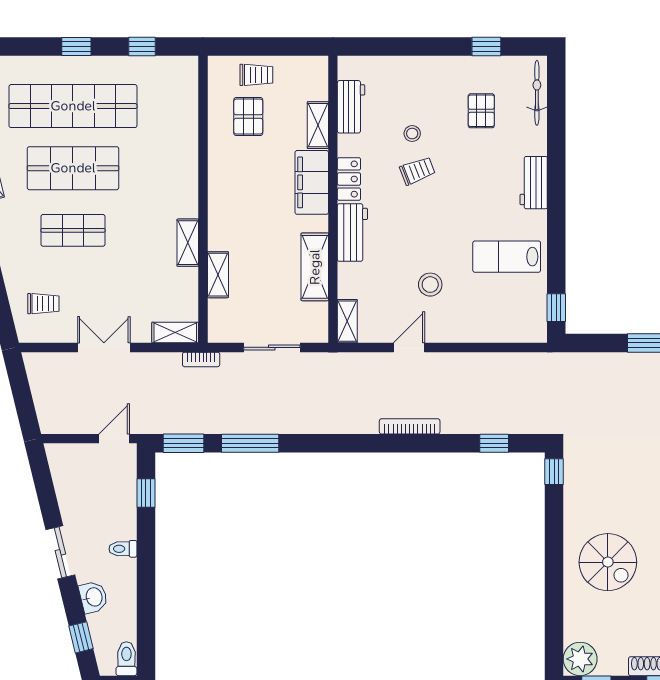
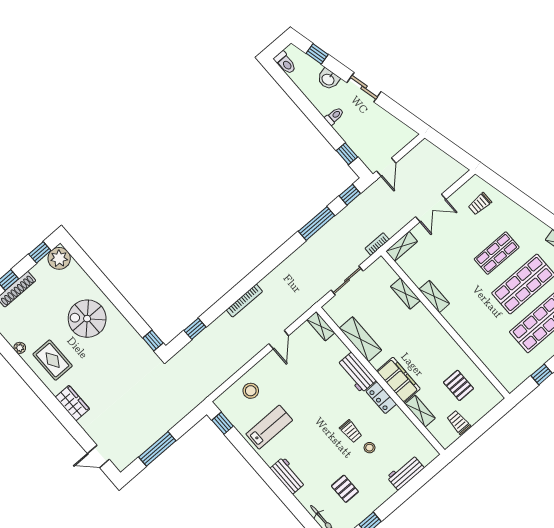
trolley: (256, 75) -> (459, 422), moved, turned 90
workbench: (351, 107) -> (406, 472), moved, turned 90
trolley: (417, 171) -> (351, 431), turned -69
stool: (430, 285) -> (251, 391), moved
window: (183, 443) -> (350, 195), width x0.67

